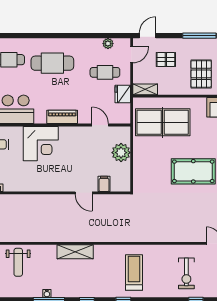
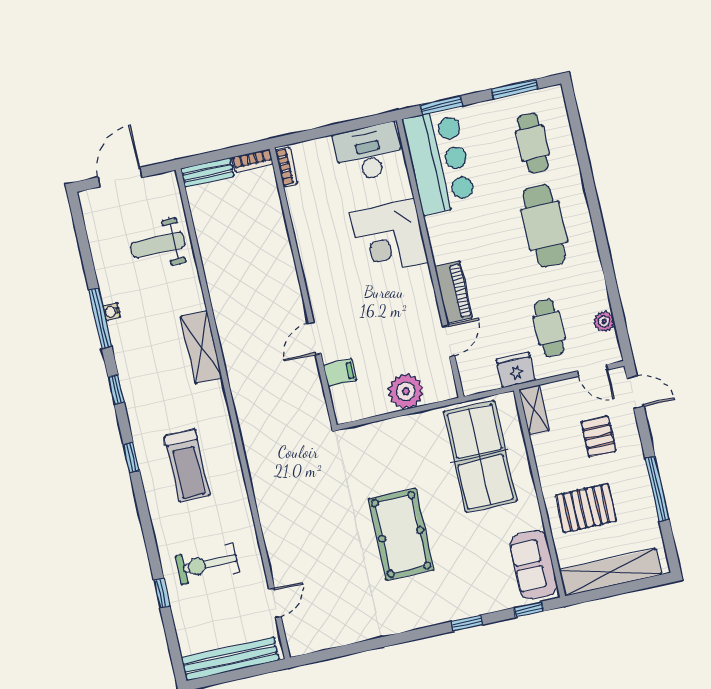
piano: (62, 117) -> (454, 292), moved
treadmill: (134, 273) -> (187, 466), turned 90

